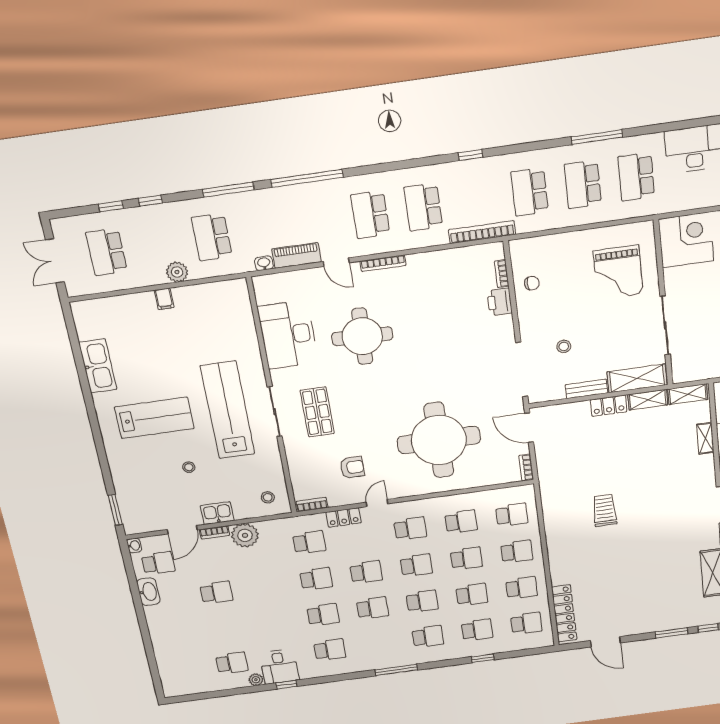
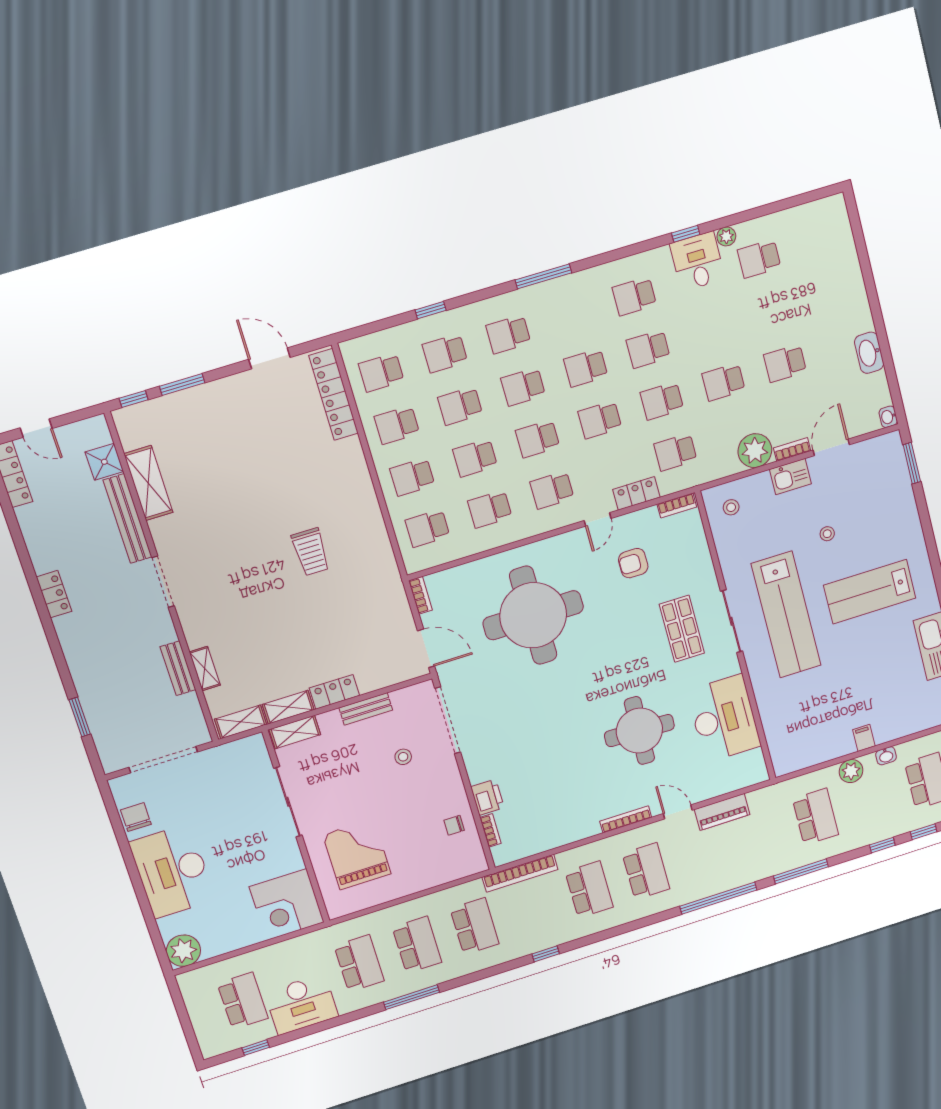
washbasin: (264, 263) -> (886, 756), moved
shelving: (637, 378) -> (295, 732), width x0.67, depth x0.75
school desk: (158, 563) -> (724, 382), moved

